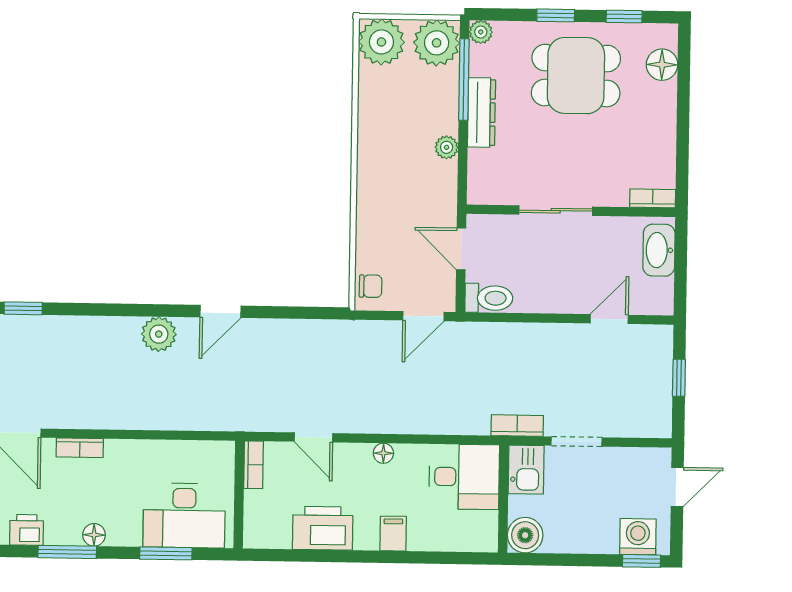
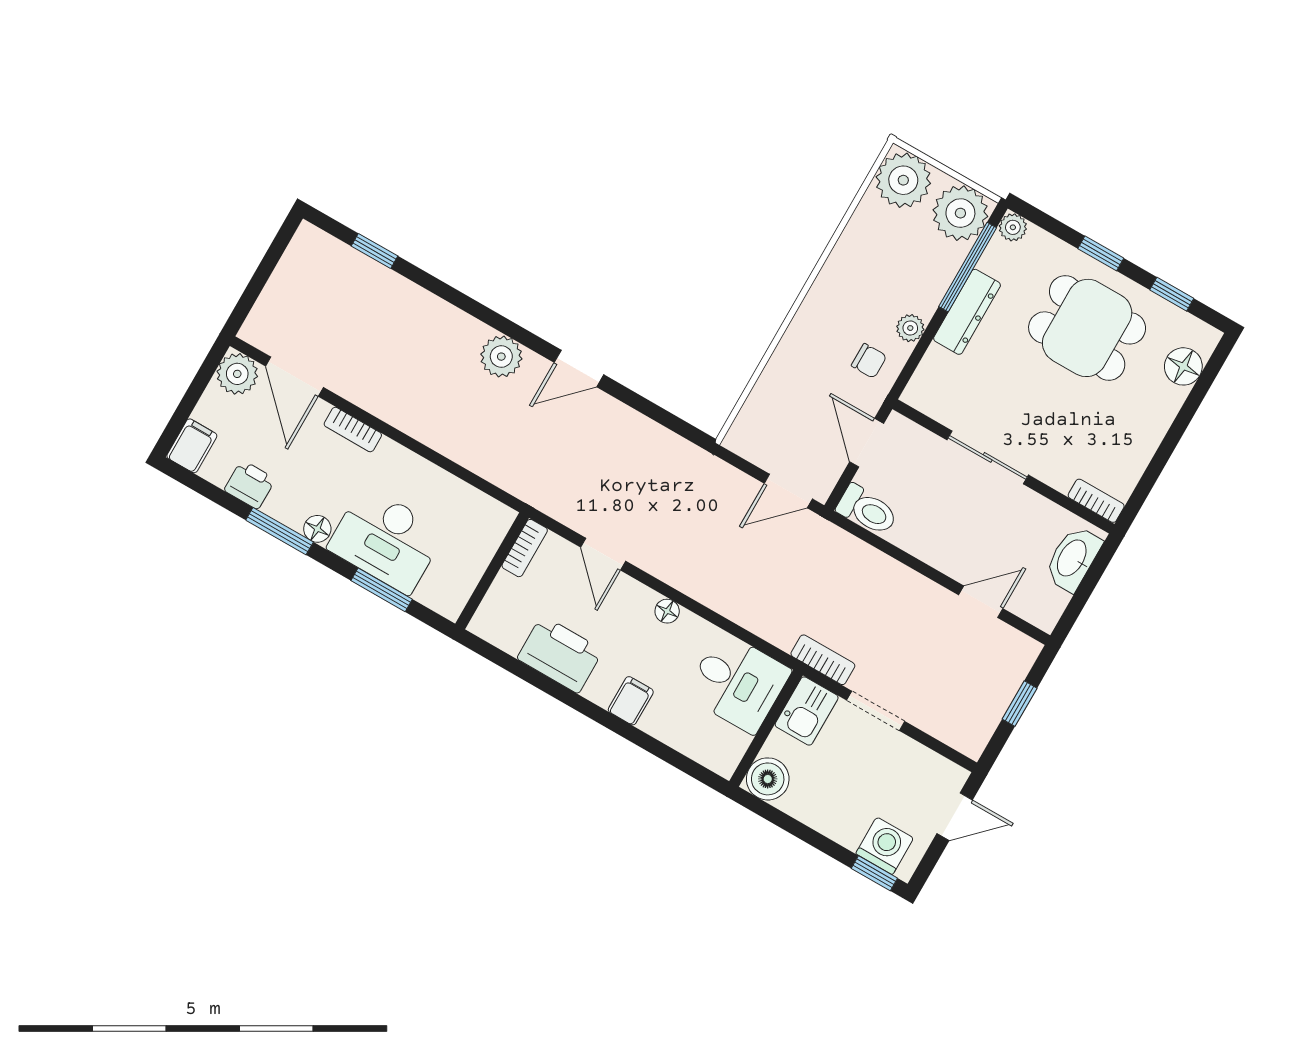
chair: (371, 286) -> (869, 361), moved
desk: (184, 516) -> (386, 540), moved

